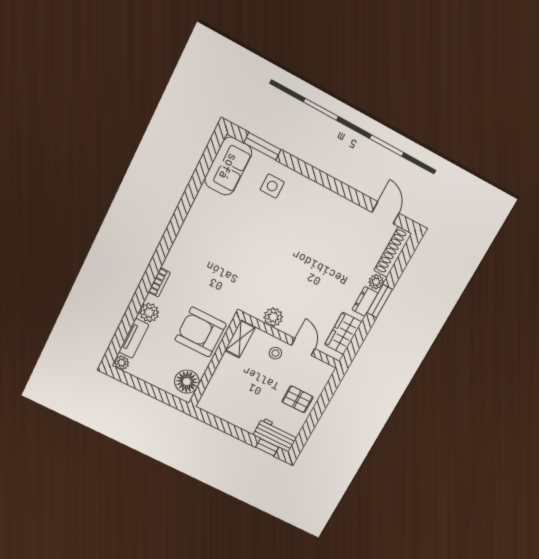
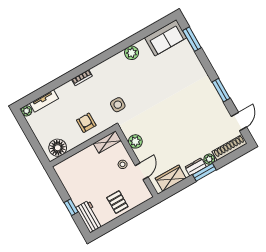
side table: (272, 186) -> (118, 105), moved
window: (339, 188) -> (221, 90), added
plant: (149, 313) -> (132, 53), moved
armchair: (201, 332) -> (86, 123), width x0.53, depth x0.53
window: (267, 447) -> (71, 207), moved

